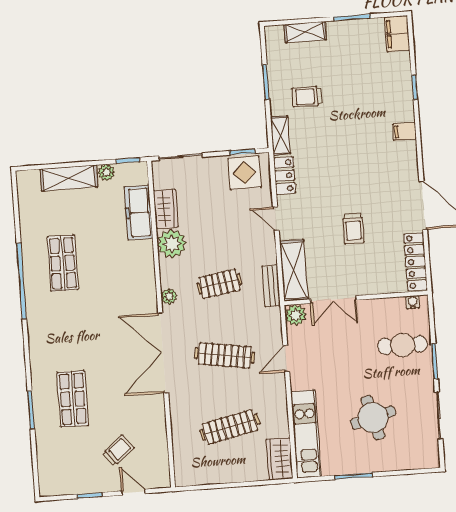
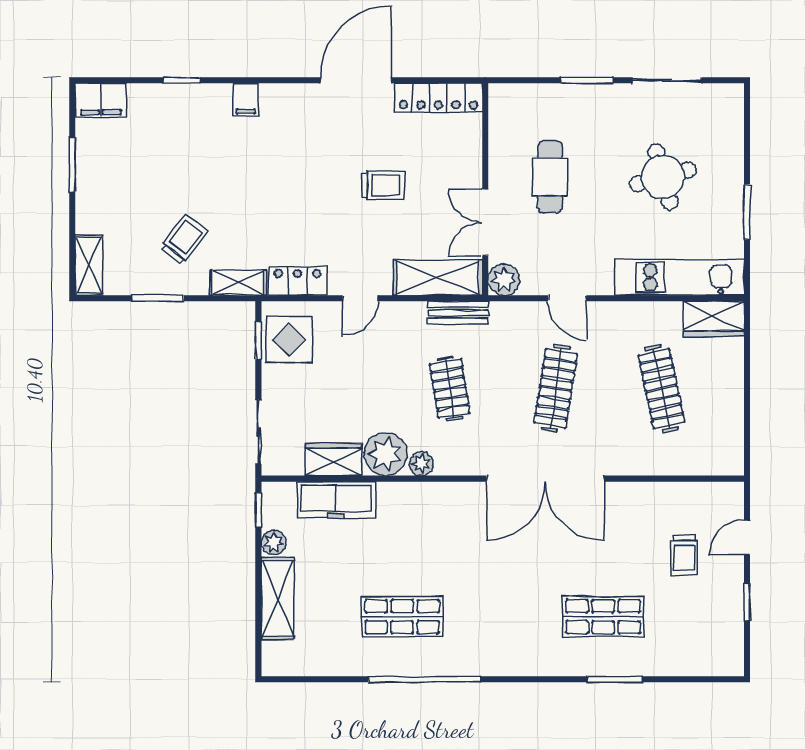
shelving: (305, 32) -> (89, 265), moved
trolley: (307, 97) -> (184, 239), turned -143
plant: (169, 296) -> (421, 464), moved
double door: (333, 300) -> (485, 223), swing flipped
water cooler: (413, 302) -> (498, 106), removed
cafe table: (403, 345) -> (550, 177), moved
trolley: (118, 451) -> (684, 555), turned -141

